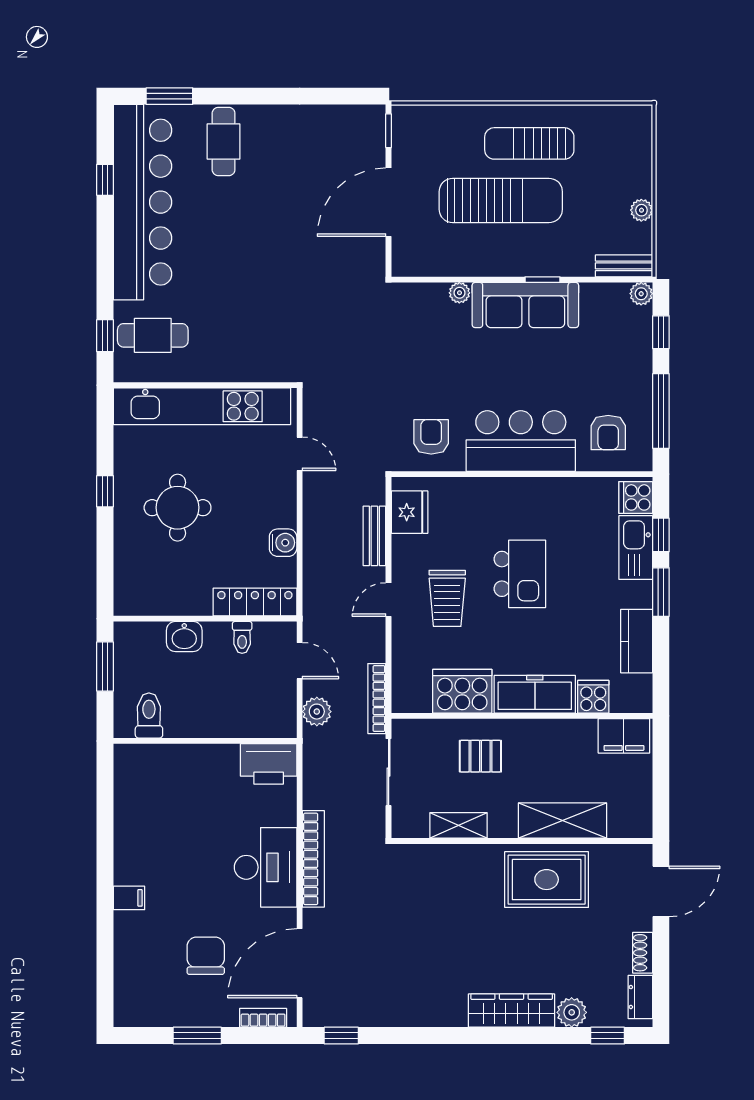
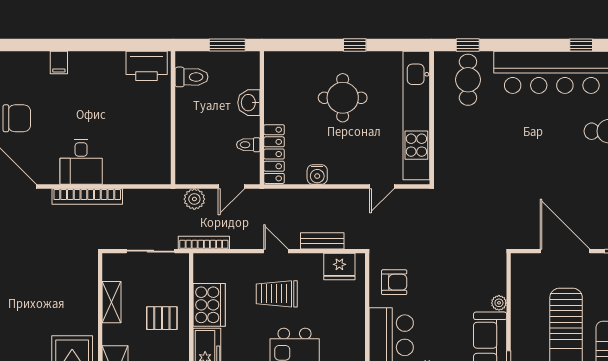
pallet: (480, 756) -> (162, 318), turned 90
printer: (269, 764) -> (147, 66), moved, turned -90
desk: (266, 867) -> (81, 162), width x0.73

